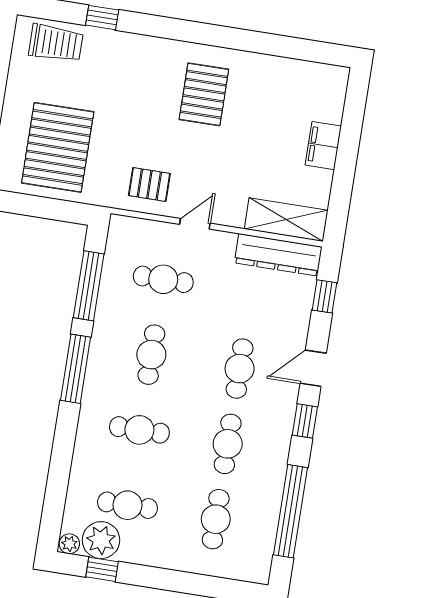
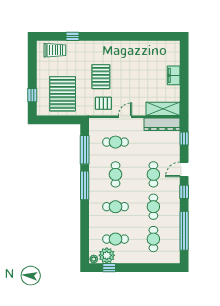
pallet: (204, 94) -> (101, 77), moved

